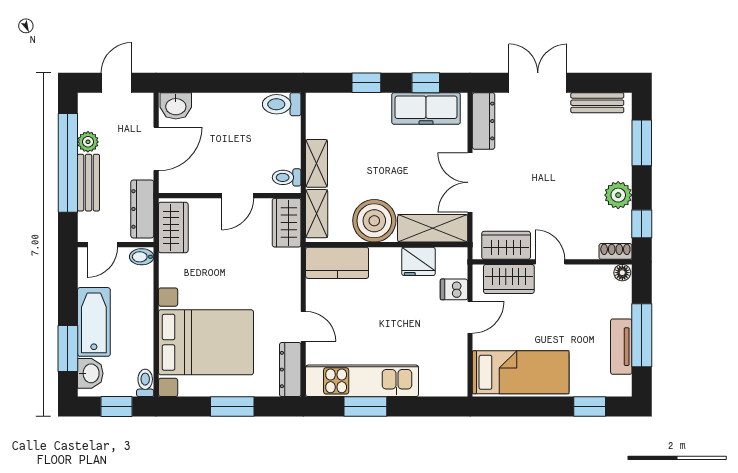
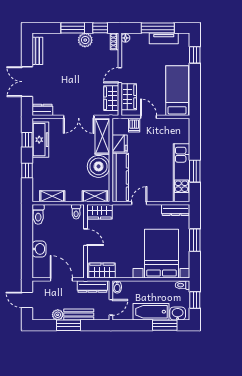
washbasin: (176, 106) -> (39, 249), moved
dresser: (484, 121) -> (42, 110), width x0.70
window: (642, 143) -> (73, 28), moved
window: (68, 163) -> (69, 325), width x0.47
shelving: (317, 163) -> (52, 196), moved
door: (102, 245) -> (111, 307), hinge flipped
kitchen counter: (337, 263) -> (120, 178), width x1.50
door: (303, 326) -> (139, 203), moved

